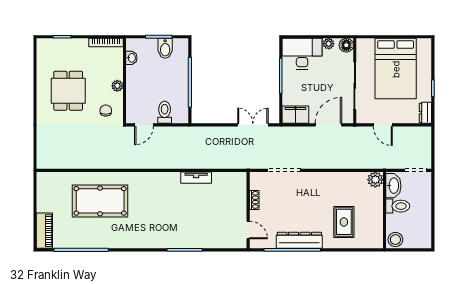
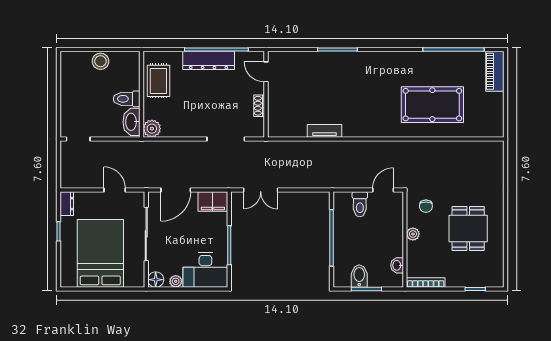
plant: (375, 180) -> (152, 129), moved
washbasin: (393, 186) -> (131, 122), moved
toilet: (398, 206) -> (127, 99), moved
wall: (385, 210) -> (141, 94), moved

